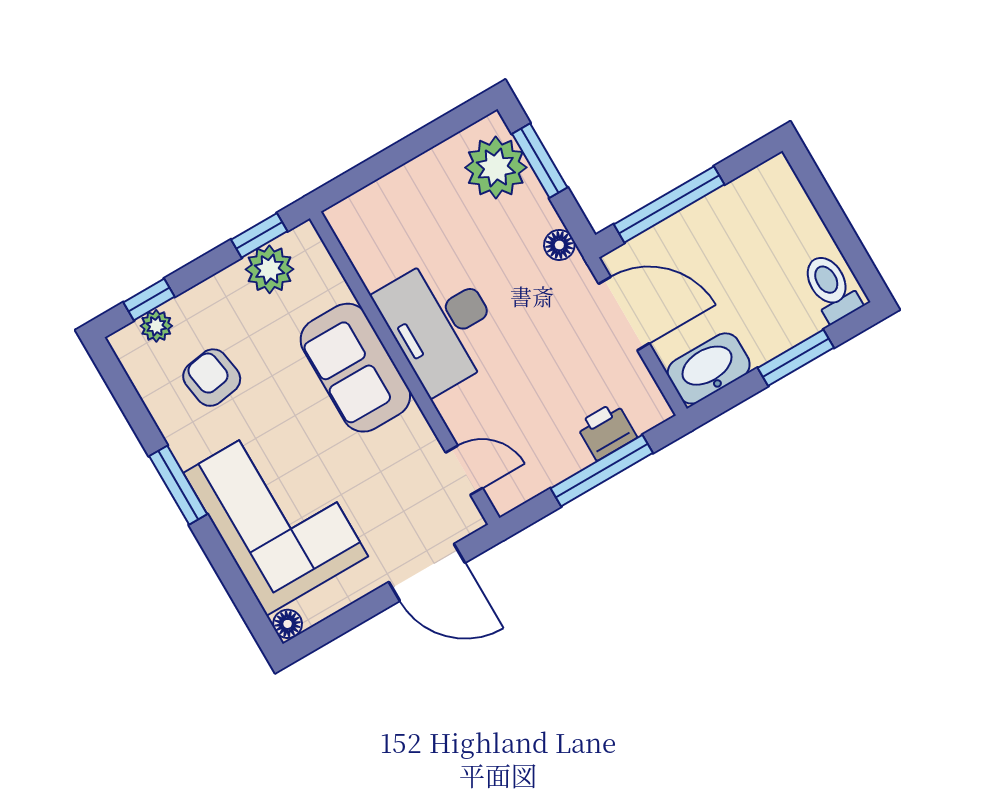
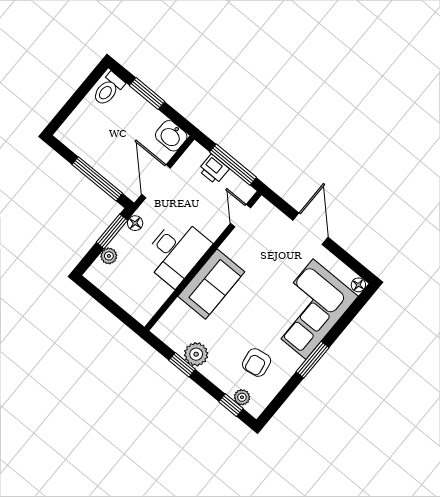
window: (540, 161) -> (112, 231), moved
plant: (496, 168) -> (109, 256), width x0.53, depth x0.53
desk: (441, 324) -> (176, 252), moved
sofa: (355, 368) -> (211, 284), moved
wall: (405, 368) -> (203, 261), moved
washbasin: (709, 368) -> (171, 136), width x0.72
door: (464, 470) -> (240, 216), moved

